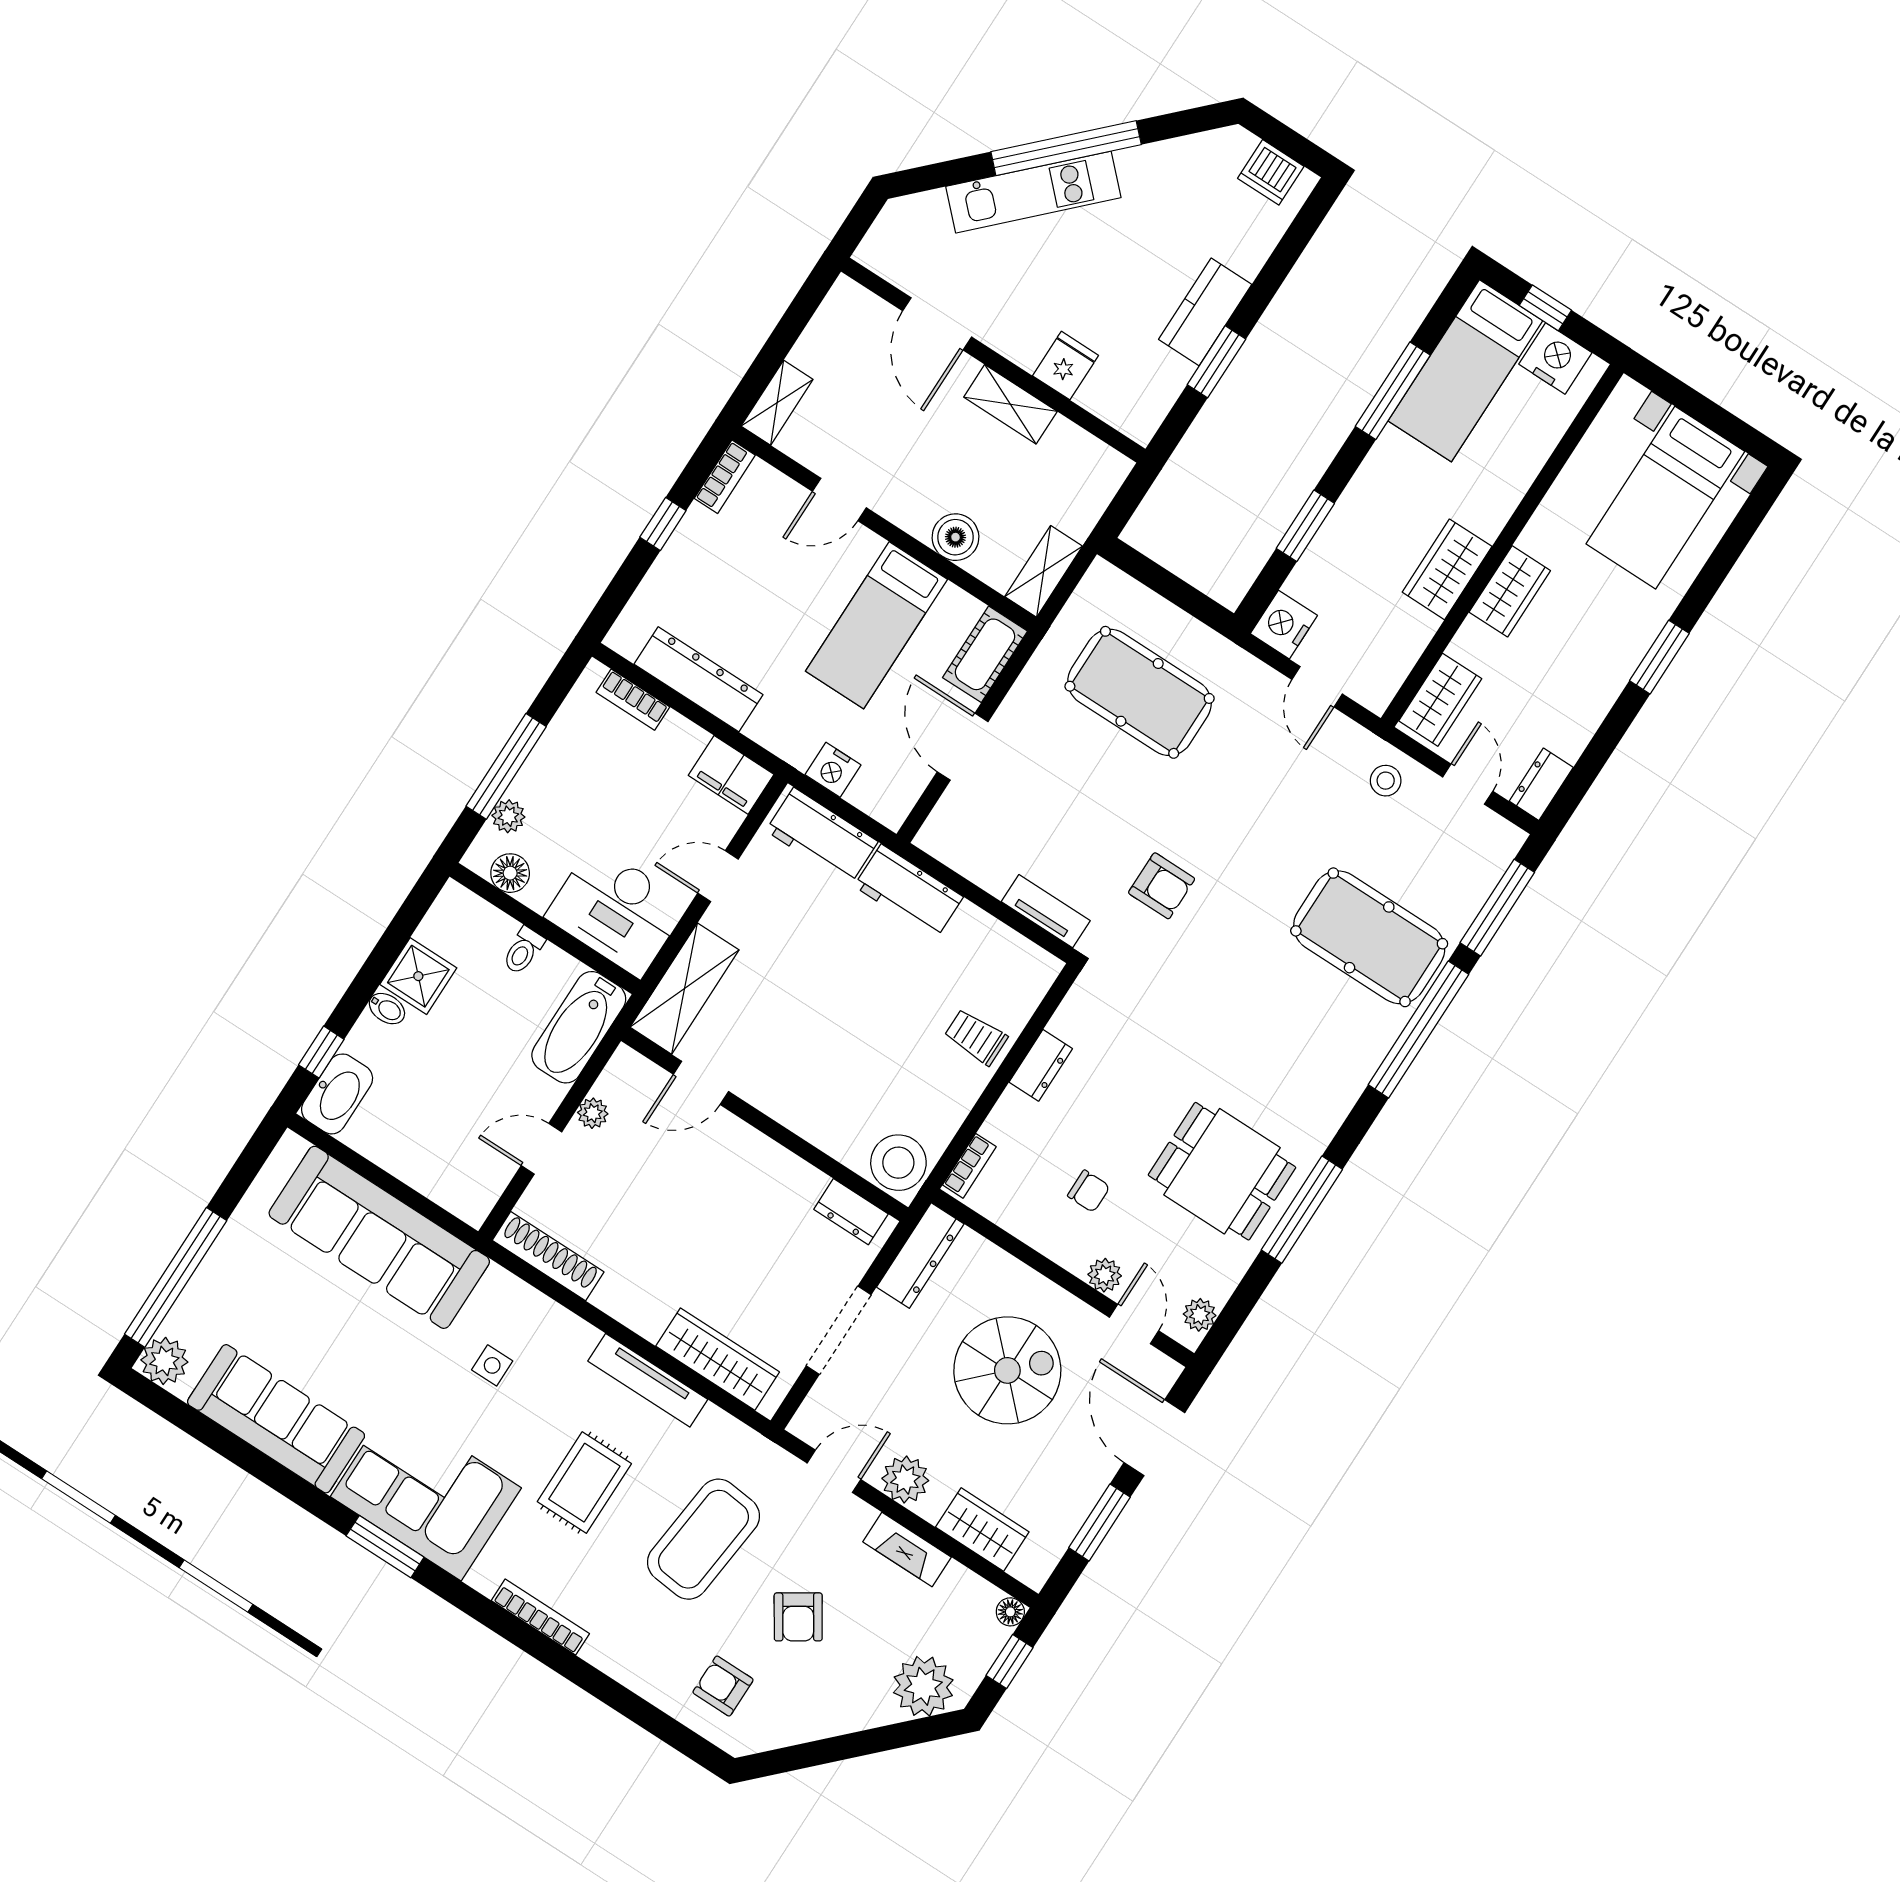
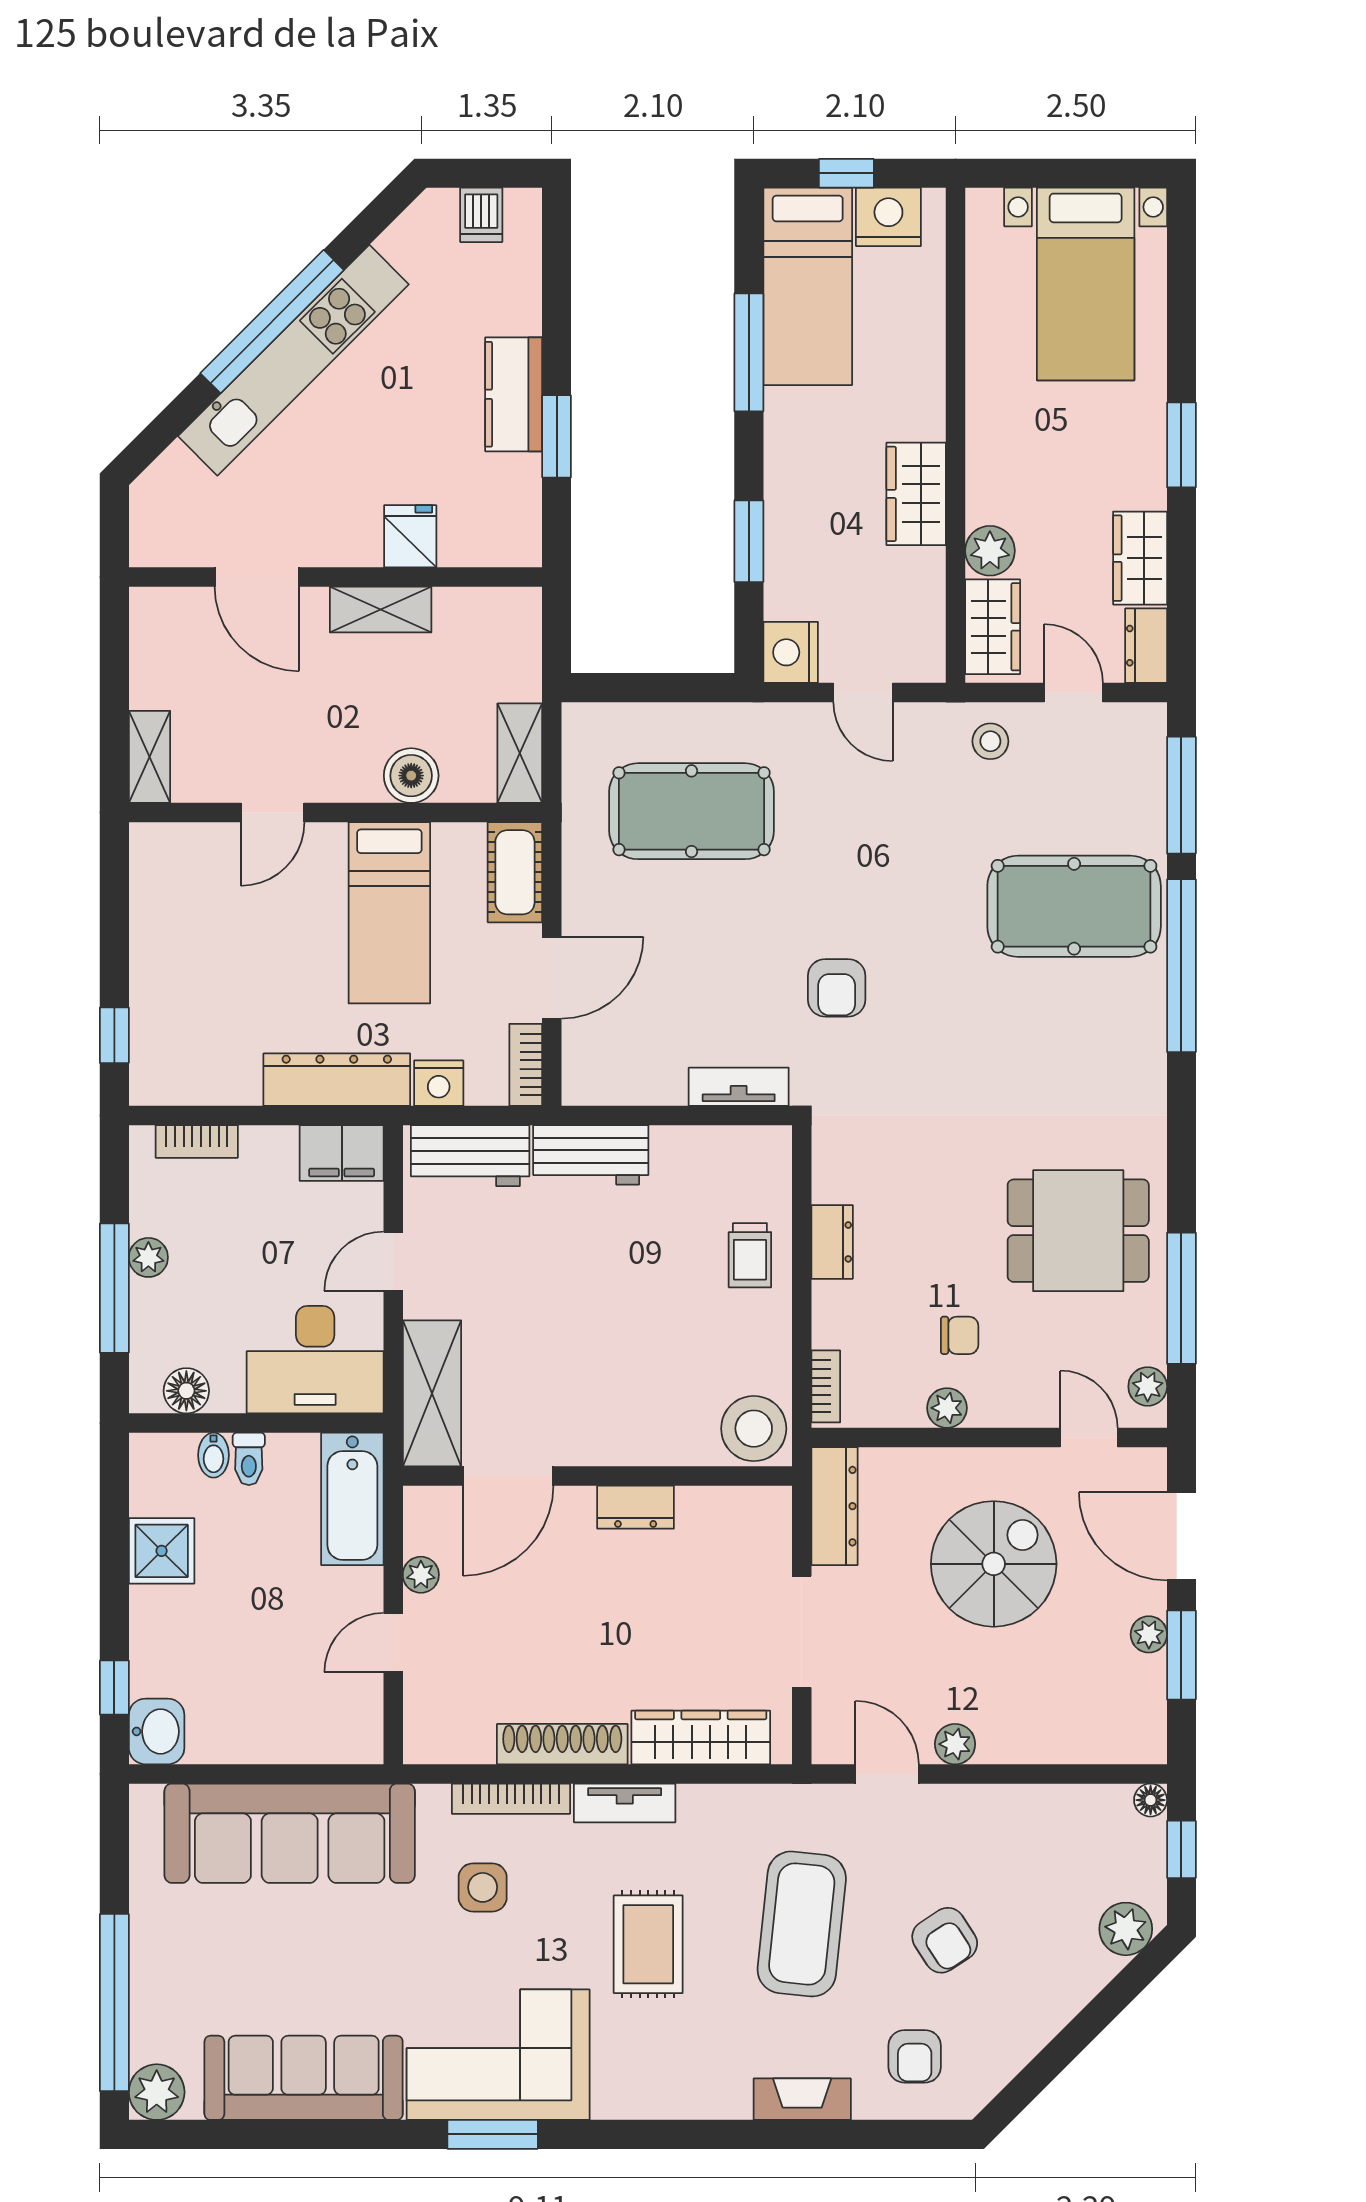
dishwasher: (1271, 172) -> (481, 215), width x0.73
kitchen unit: (1033, 192) -> (293, 360), width x1.36
bookcase: (725, 477) -> (526, 1065), moved, turned 180
window: (663, 524) -> (114, 1035), moved
wardrobe: (1510, 591) -> (1140, 558), moved, turned 180
plant: (1473, 644) -> (990, 551), added
dresser: (698, 679) -> (337, 1080), moved
door: (963, 747) -> (552, 978), swing flipped
plant: (508, 816) -> (148, 1257), moved
armchair: (1162, 886) -> (837, 988), turned 90
bidet: (387, 1009) -> (214, 1455), moved, turned 90
trolley: (976, 1037) -> (750, 1255), turned -90
door: (701, 1083) -> (508, 1476), width x1.38
washbasin: (337, 1094) -> (157, 1731), width x0.72
window: (1302, 1210) -> (1181, 1298), moved
dresser: (851, 1212) -> (636, 1507), moved
shoe rack: (548, 1256) -> (562, 1744), moved
plant: (1105, 1275) -> (947, 1408), moved
side table: (492, 1365) -> (483, 1887), width x1.37, depth x1.37
tv unit: (648, 1380) -> (625, 1803), width x0.71
door: (834, 1471) -> (887, 1774), hinge flipped
plant: (905, 1480) -> (955, 1744), width x0.73, depth x0.73
plant: (1086, 1493) -> (1149, 1634), added
wardrobe: (982, 1529) -> (1070, 1737), removed
fireplace: (907, 1549) -> (802, 2099), moved, turned 180
bookcase: (540, 1617) -> (511, 1799), moved, turned 180
armchair: (723, 1686) -> (915, 2056), turned -90
plant: (923, 1686) -> (1126, 1929), width x0.73, depth x0.73

